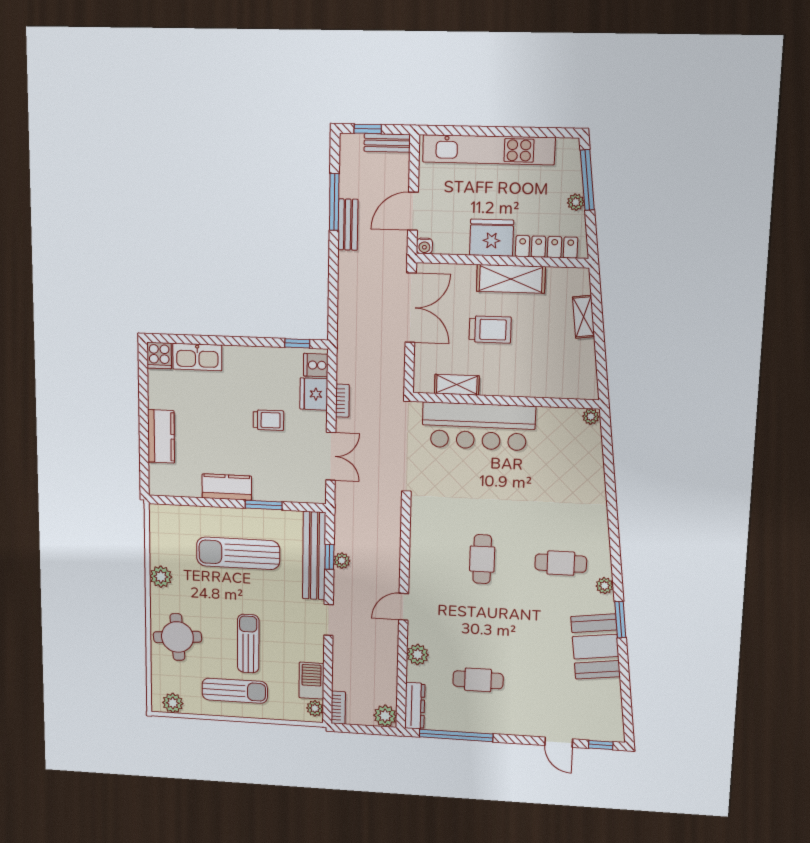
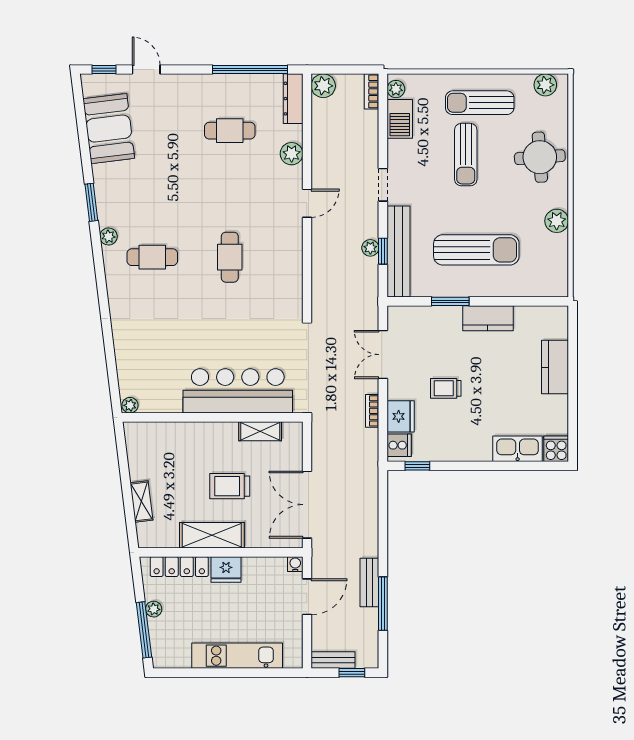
kitchen unit: (489, 150) -> (237, 656), width x0.73
fridge: (492, 238) -> (226, 569), width x0.73, depth x0.75
booth: (596, 647) -> (109, 129), moved

